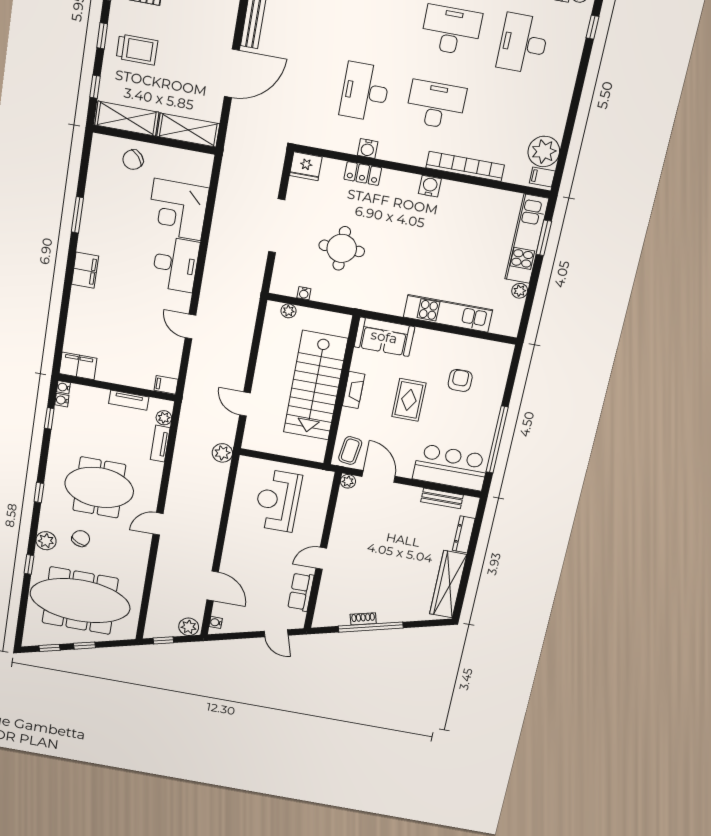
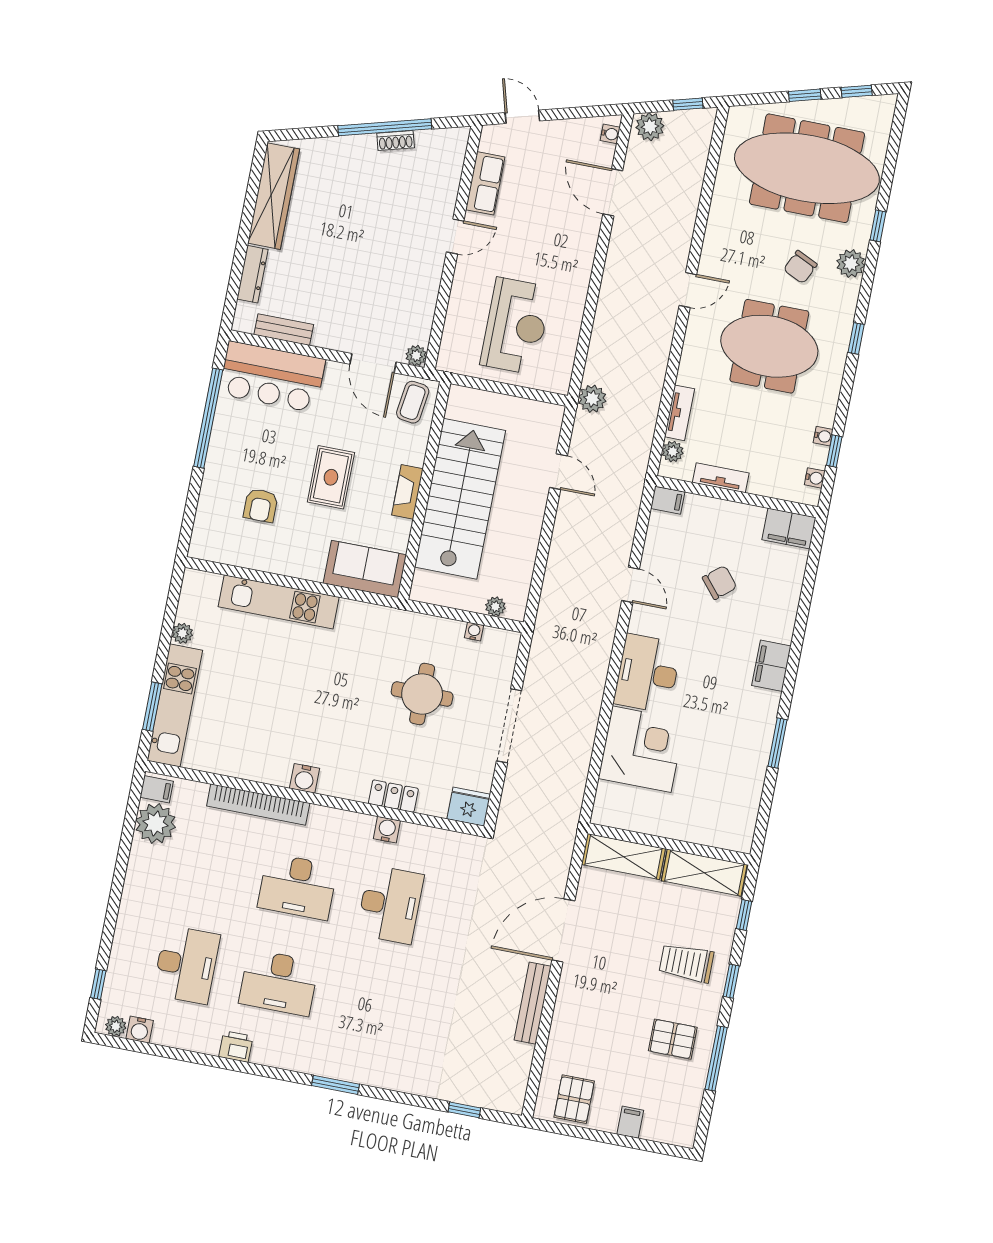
chair: (133, 160) -> (720, 582), moved
water cooler: (63, 387) -> (823, 436), moved

